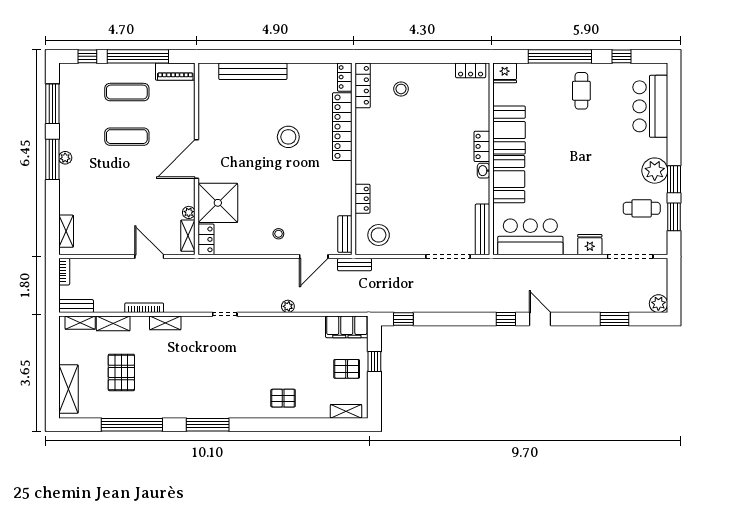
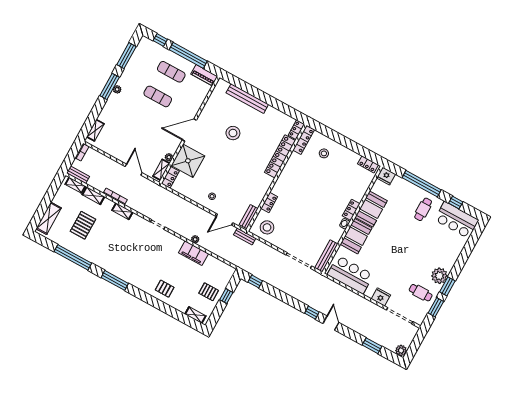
bar counter: (650, 106) -> (456, 220), moved, turned -90
stool: (288, 137) -> (233, 133), moved
filing cabinet: (347, 327) -> (194, 253), moved

